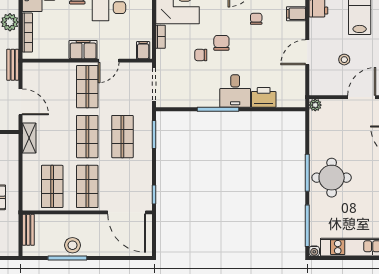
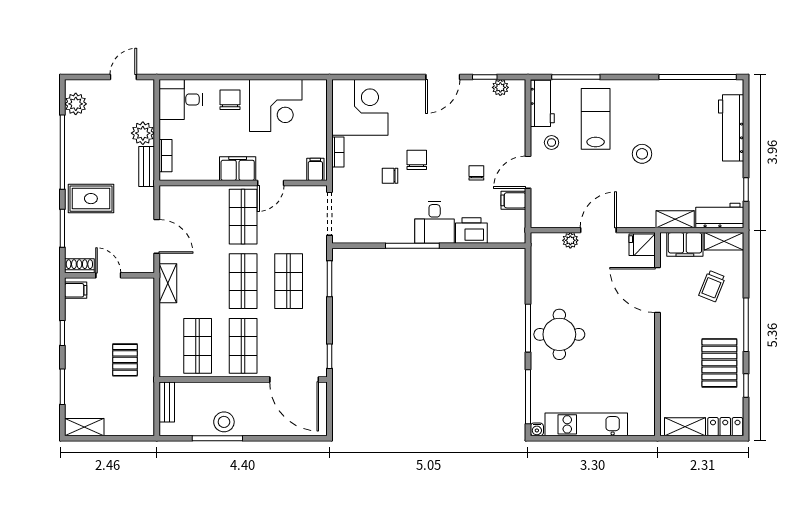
filing cabinet: (296, 14) -> (513, 200), moved
chair: (256, 19) -> (476, 173), moved
bookcase: (27, 33) -> (165, 156), width x0.64
stool: (344, 60) -> (552, 143), moved
bench: (13, 65) -> (147, 166), moved
plant: (315, 105) -> (570, 240), moved

